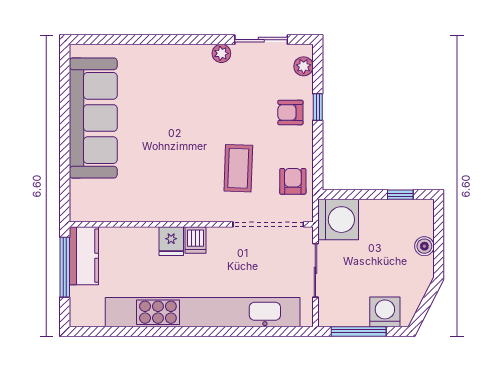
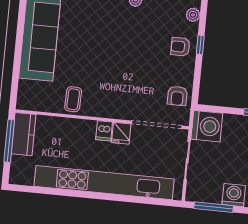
coffee table: (238, 168) -> (73, 99), moved, width x0.73, depth x0.77
armchair: (293, 181) -> (177, 96), turned 180
fridge: (171, 241) -> (121, 133), moved

